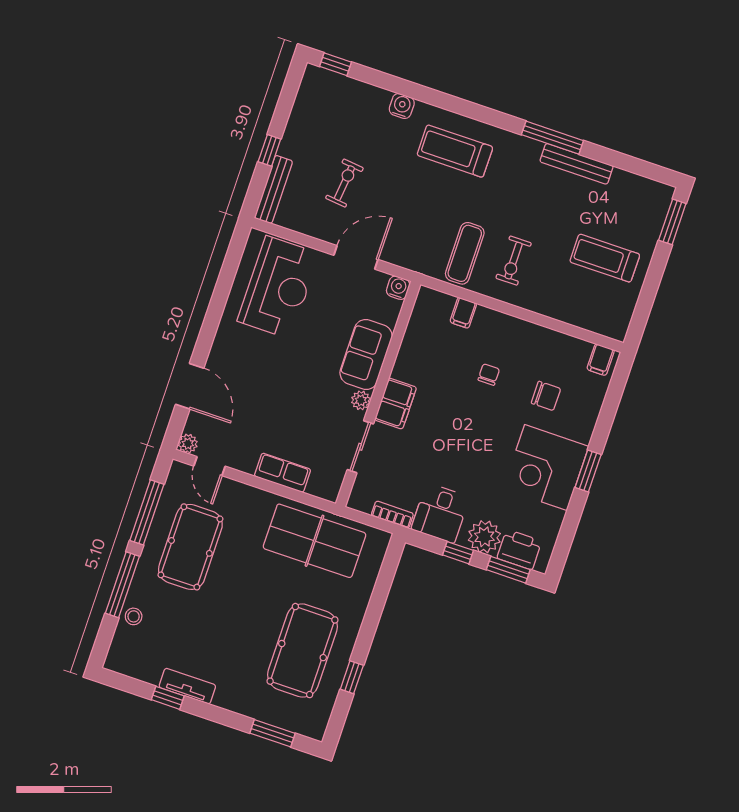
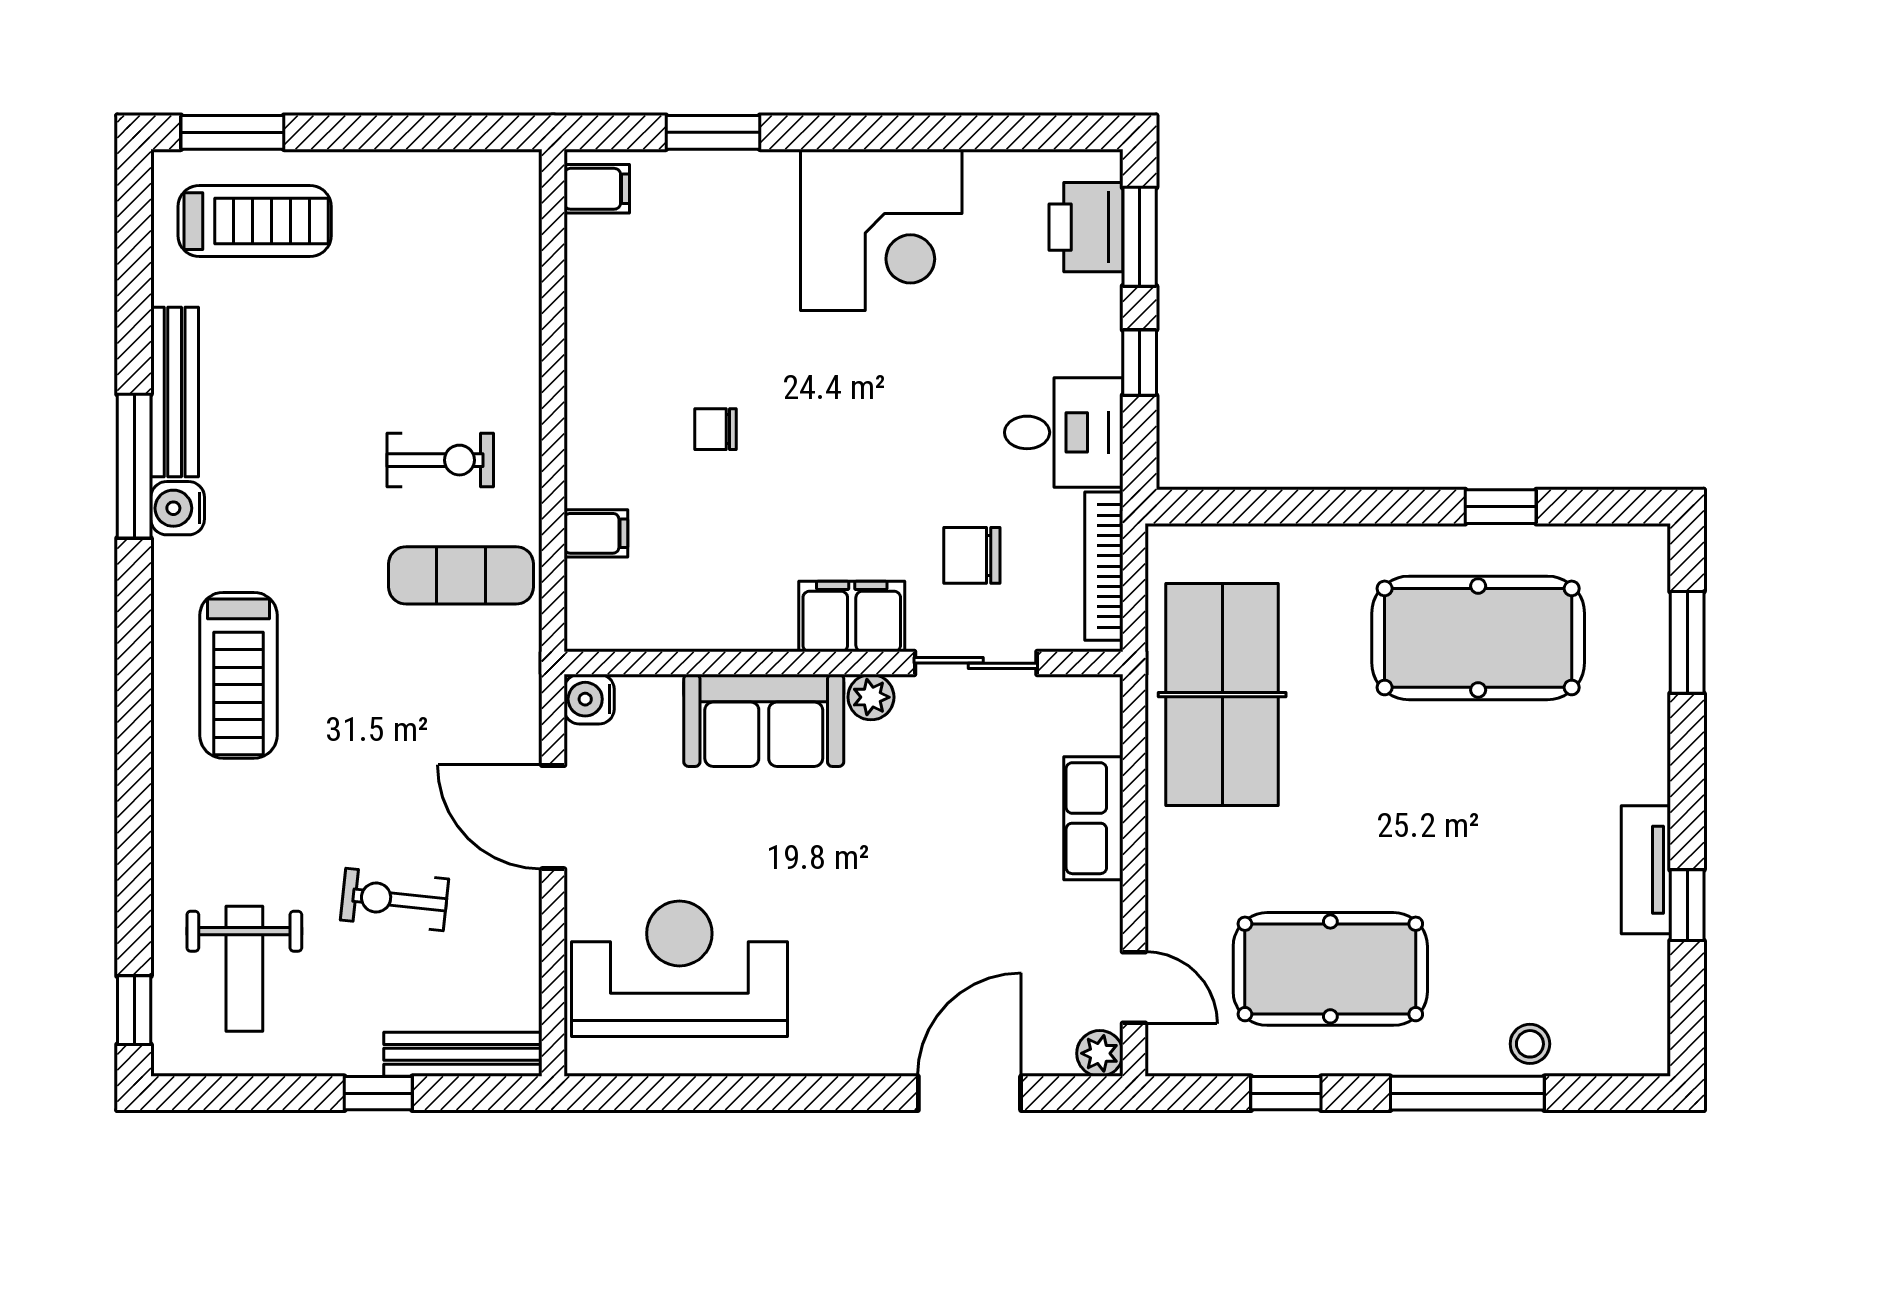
water cooler: (402, 106) -> (178, 508), moved
weight bench: (337, 114) -> (244, 969), added
treadmill: (605, 258) -> (255, 221), moved, turned -90
chair: (546, 396) -> (972, 555), moved, turned -90
door: (210, 466) -> (1134, 987), hinge flipped
window: (588, 471) -> (713, 132), moved
window: (147, 512) -> (1286, 1093), width x0.46
bookcase: (392, 515) -> (1104, 566), width x1.56
plant: (484, 537) -> (1084, 315), removed

